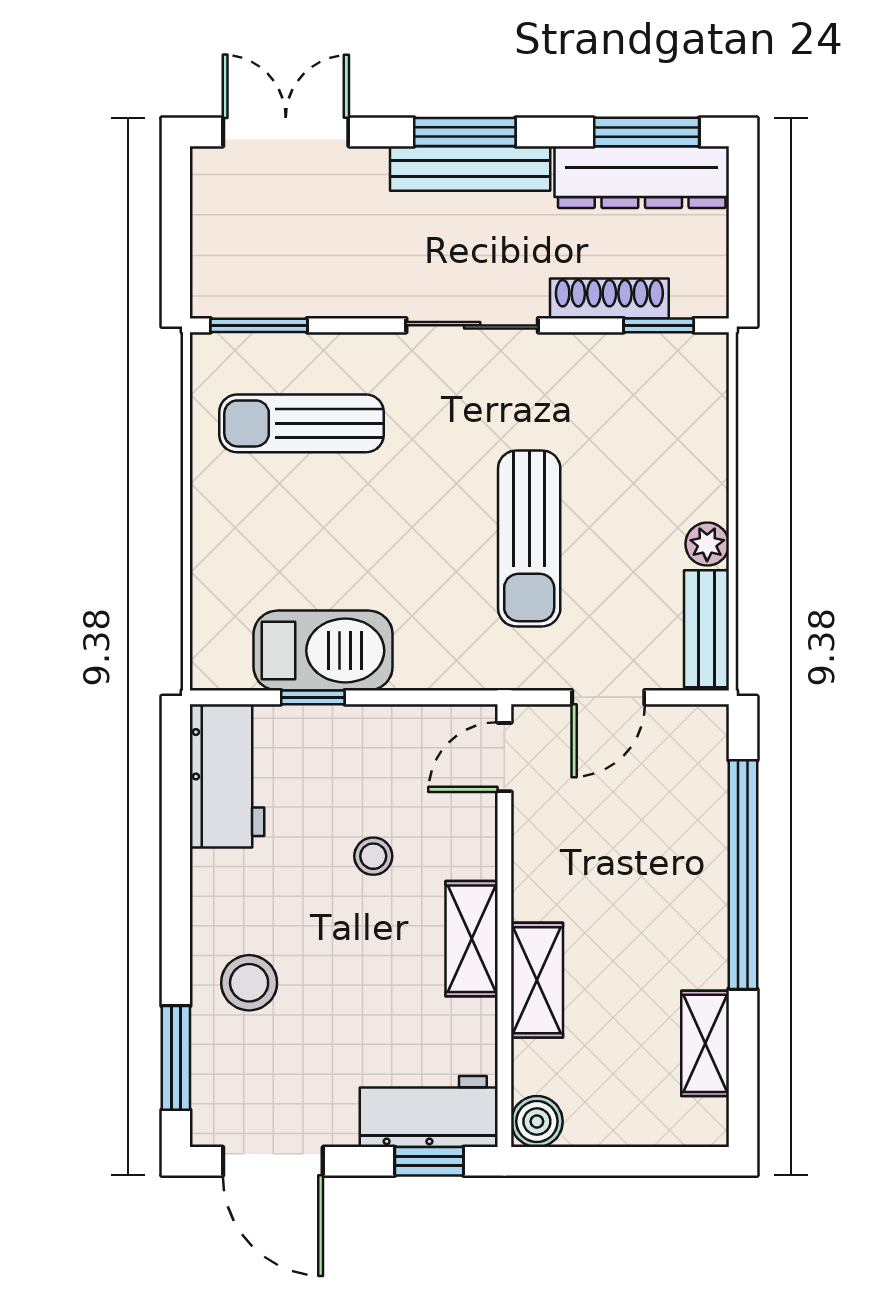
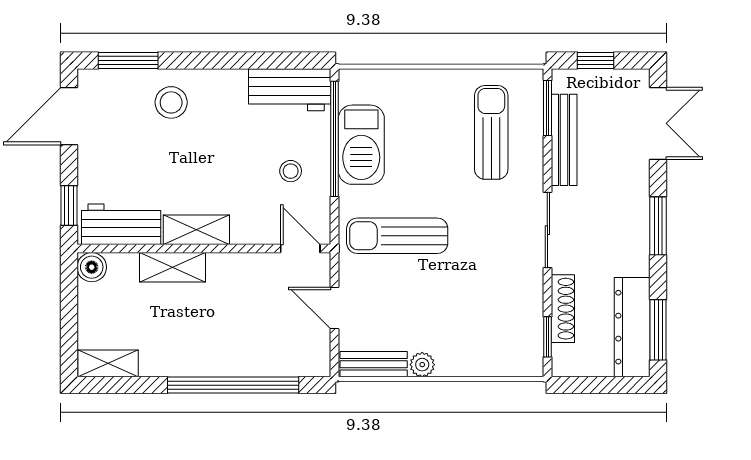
bench: (470, 168) -> (564, 140), moved
window: (176, 241) -> (596, 61), added
sun lounger: (529, 538) -> (397, 236), moved
window: (313, 697) -> (334, 139), width x3.17
stool: (373, 856) -> (291, 171), moved
shelving: (705, 1043) -> (108, 363), moved
workbench: (429, 1112) -> (121, 224), moved, turned -90

